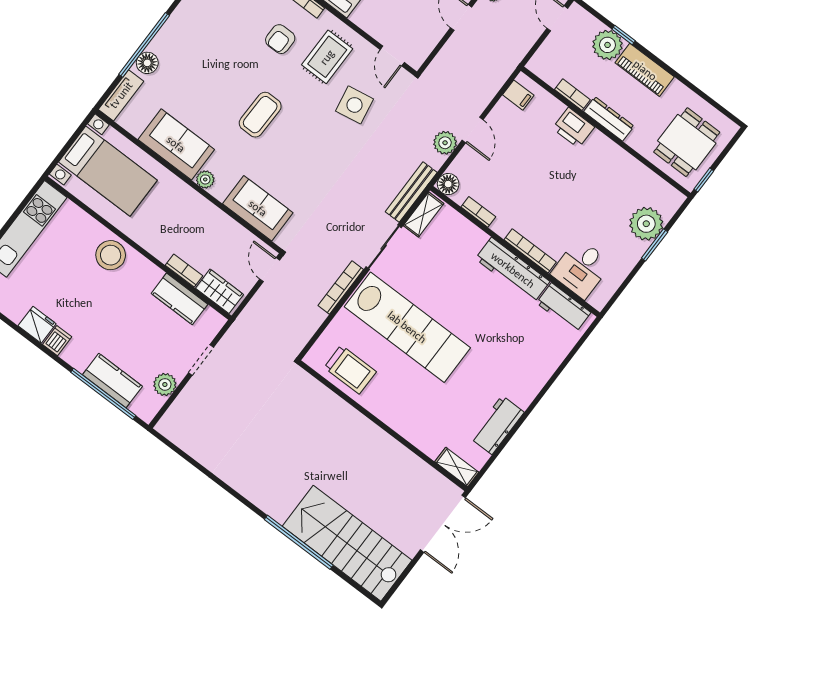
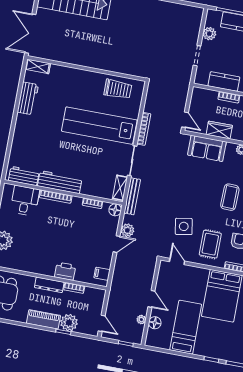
door: (473, 130) -> (116, 244), swing flipped
wardrobe: (219, 291) -> (219, 130), moved, turned 180
trolley: (350, 370) -> (118, 89), turned 180

